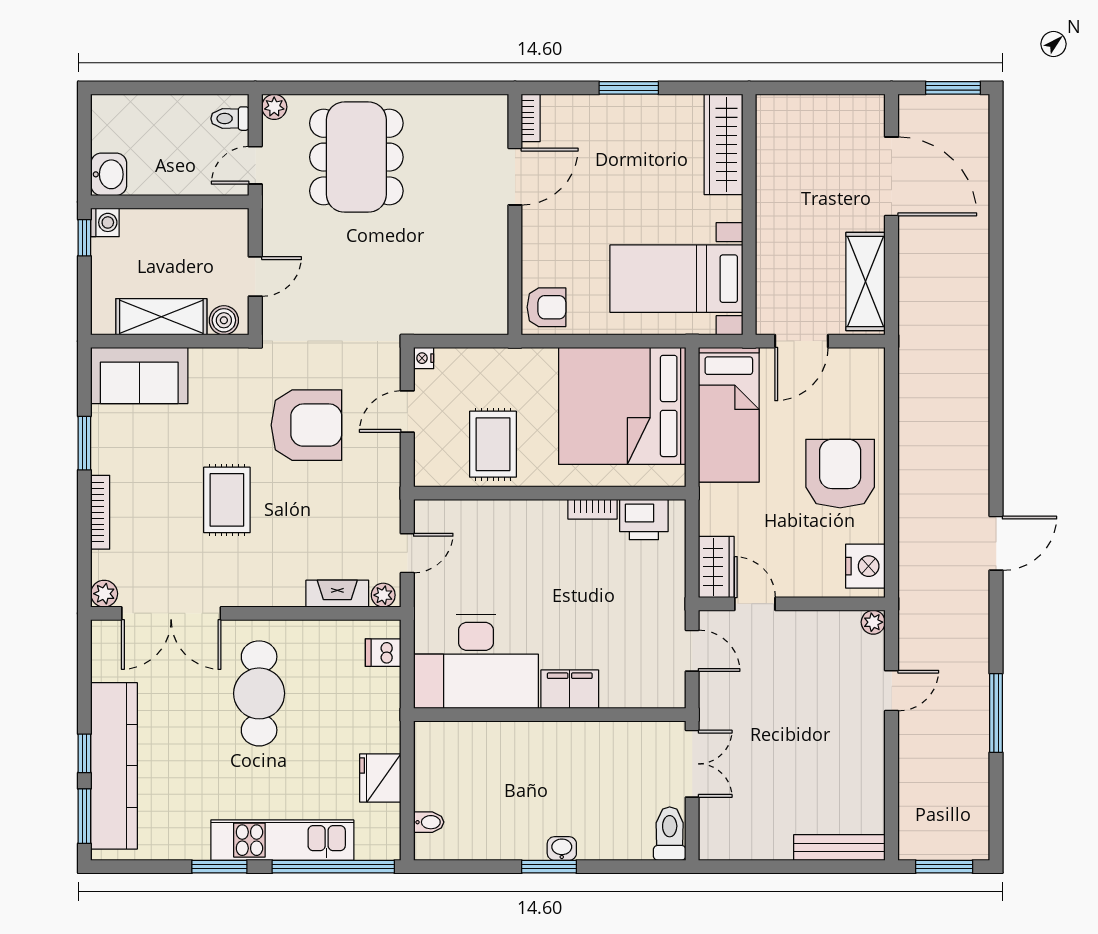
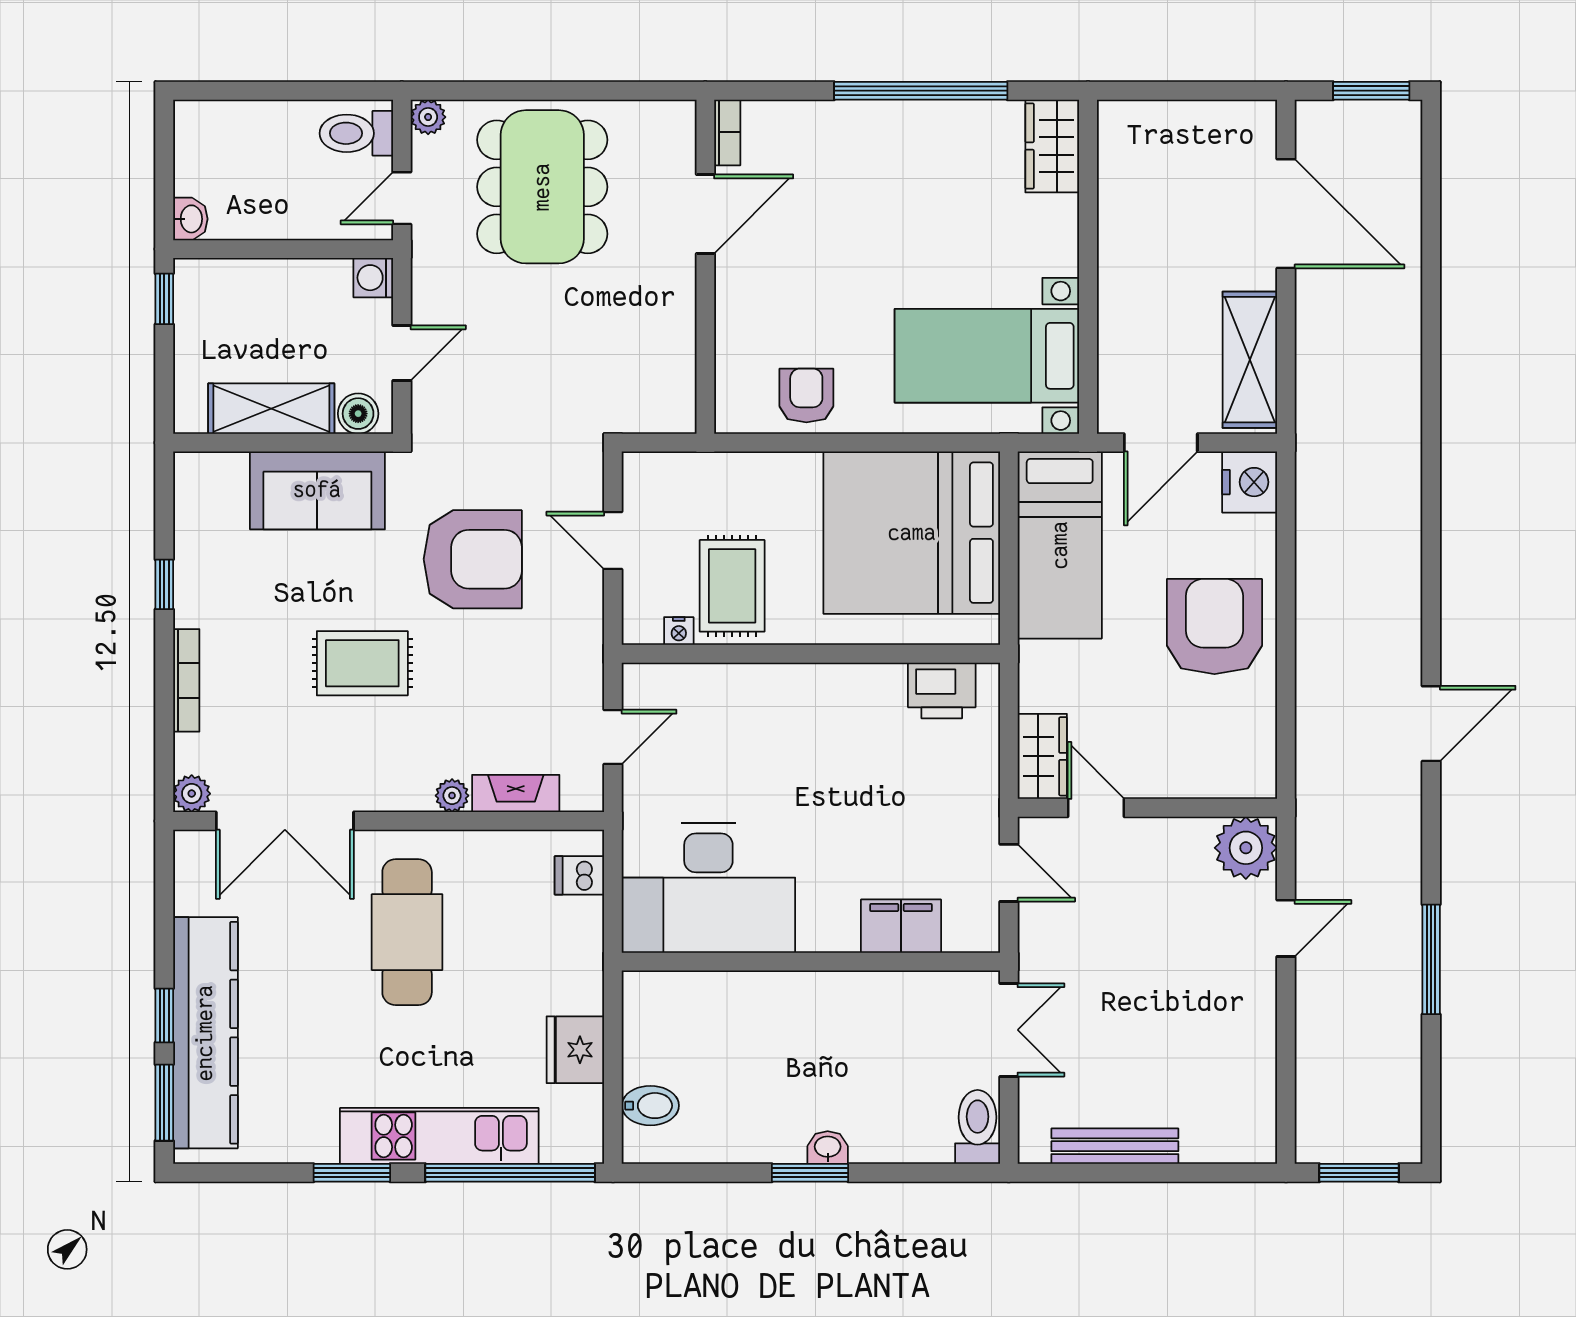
window: (629, 88) -> (921, 91), width x2.11
bookcase: (531, 118) -> (727, 132), moved
toilet: (230, 119) -> (356, 133), width x1.37, depth x1.39
wardrobe: (723, 144) -> (1052, 146), width x0.67
washbasin: (109, 174) -> (190, 219), width x0.72, depth x0.69
door: (515, 177) -> (705, 214), moved
wall: (515, 215) -> (705, 267), moved
washing machine: (105, 222) -> (373, 278), moved, turned 180
armchair: (546, 307) -> (806, 396), turned -90
nightstand: (424, 358) -> (679, 631), moved, turned -90
sofa: (139, 376) -> (317, 490), moved
door: (407, 412) -> (613, 540), hinge flipped
window: (84, 443) -> (164, 584), width x0.67
rug: (227, 500) -> (362, 663), turned 90
bookcase: (592, 509) -> (870, 676), removed
nightstand: (865, 566) -> (1250, 482), moved
plant: (383, 595) -> (452, 796), moved
plant: (873, 622) -> (1246, 848), width x1.88, depth x1.88
filing cabinet: (570, 689) -> (901, 926), moved
bidet: (429, 822) -> (650, 1106), width x1.38, depth x1.36
bench: (839, 847) -> (1115, 1146), moved

